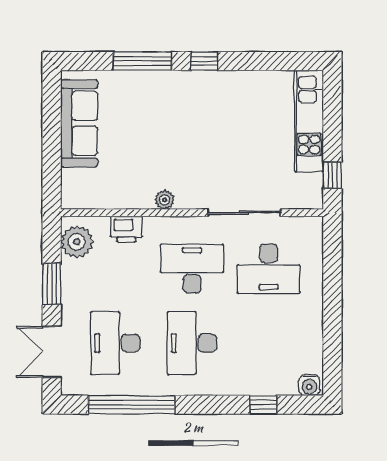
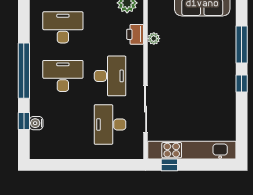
kitchen unit: (309, 121) -> (192, 150), width x1.36
plant: (165, 200) -> (154, 39), moved
water cooler: (309, 385) -> (36, 123), moved
window: (131, 405) -> (24, 71), moved

